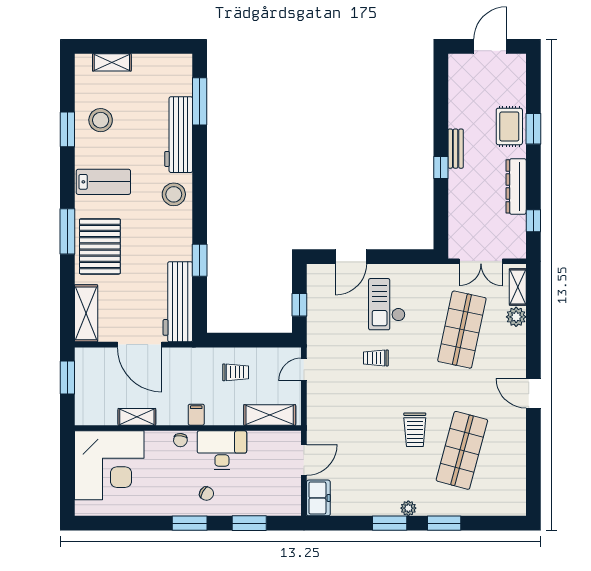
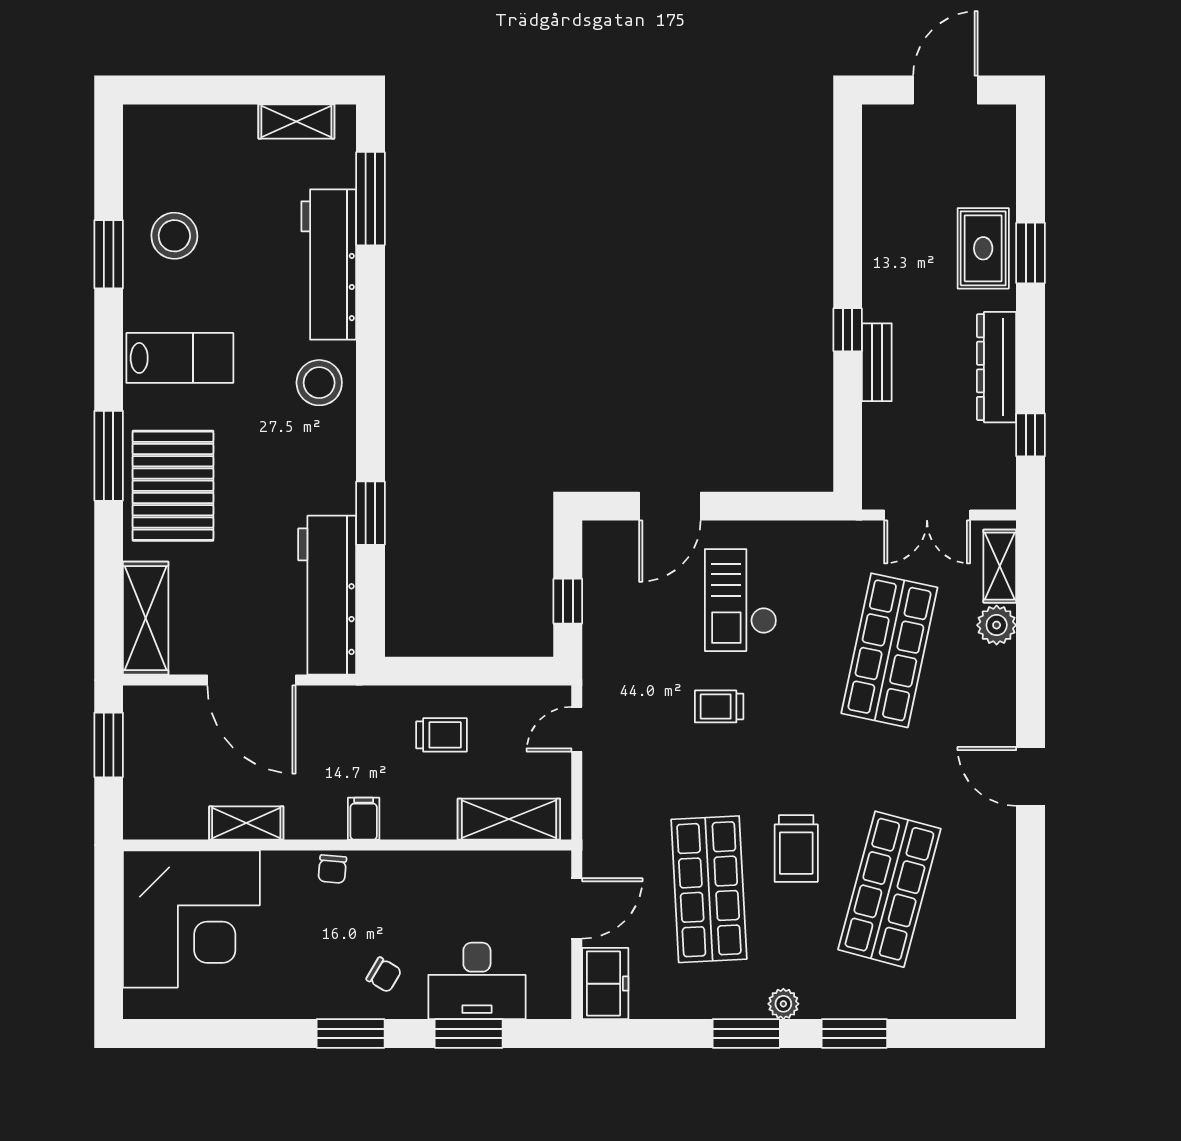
shelving: (112, 62) -> (296, 121), moved
bench: (456, 149) -> (877, 362), moved
desk: (222, 450) -> (477, 981), moved, turned 180
shop shelf: (371, 450) -> (709, 889), added

